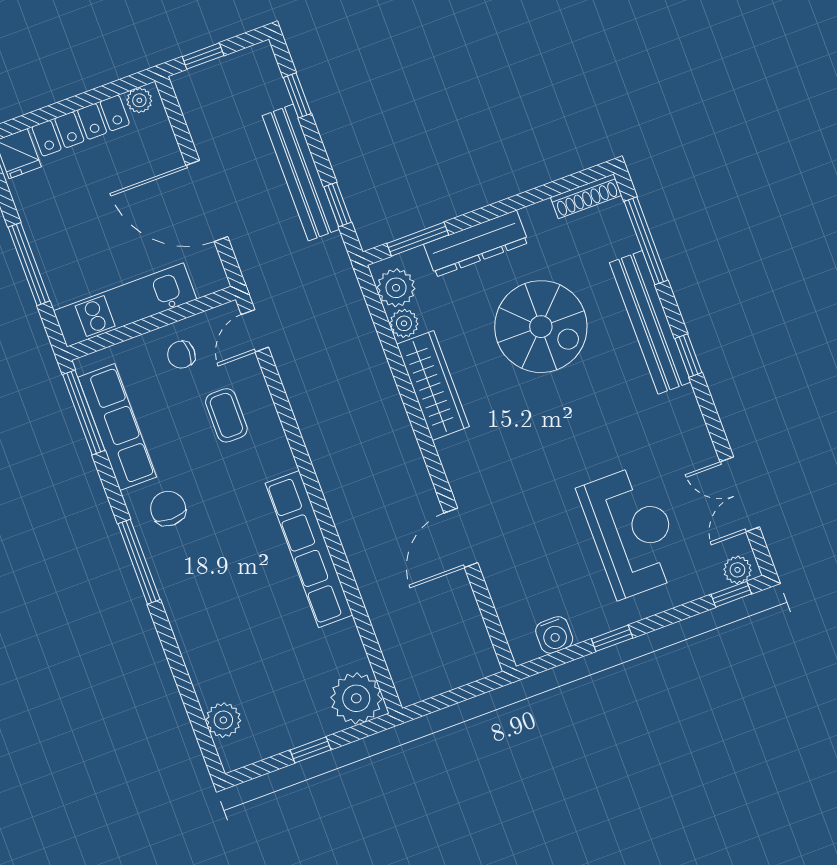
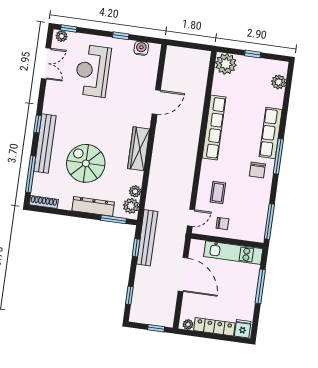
bench: (301, 173) -> (147, 238), moved
wardrobe: (433, 385) -> (139, 149), moved
row of seats: (117, 427) -> (271, 133), moved

